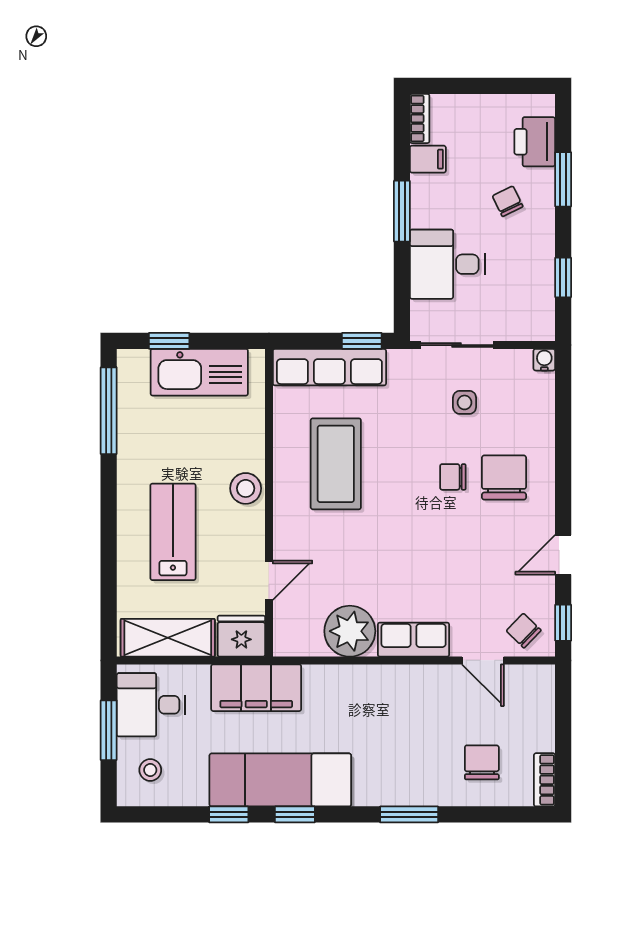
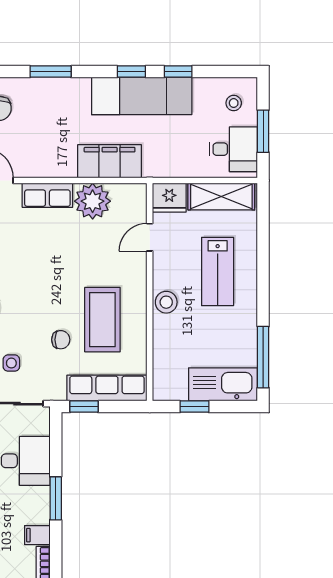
window: (169, 341) -> (194, 407), moved
kitchen sink: (199, 372) -> (223, 384), moved
chair: (453, 477) -> (61, 340), moved
filing cabinet: (256, 688) -> (110, 161), moved

